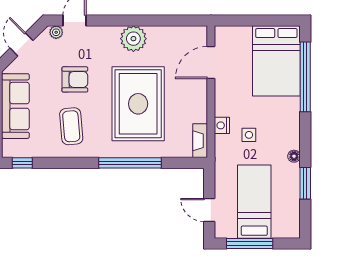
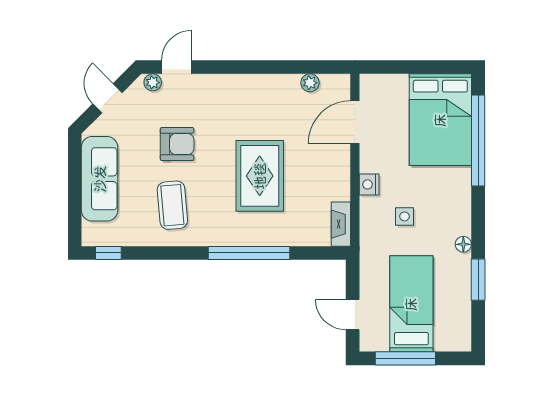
plant: (133, 39) -> (310, 83), moved, width x0.53, depth x0.53
rug: (138, 104) -> (260, 176), width x0.73, depth x0.69
nightstand: (222, 125) -> (369, 184), moved

